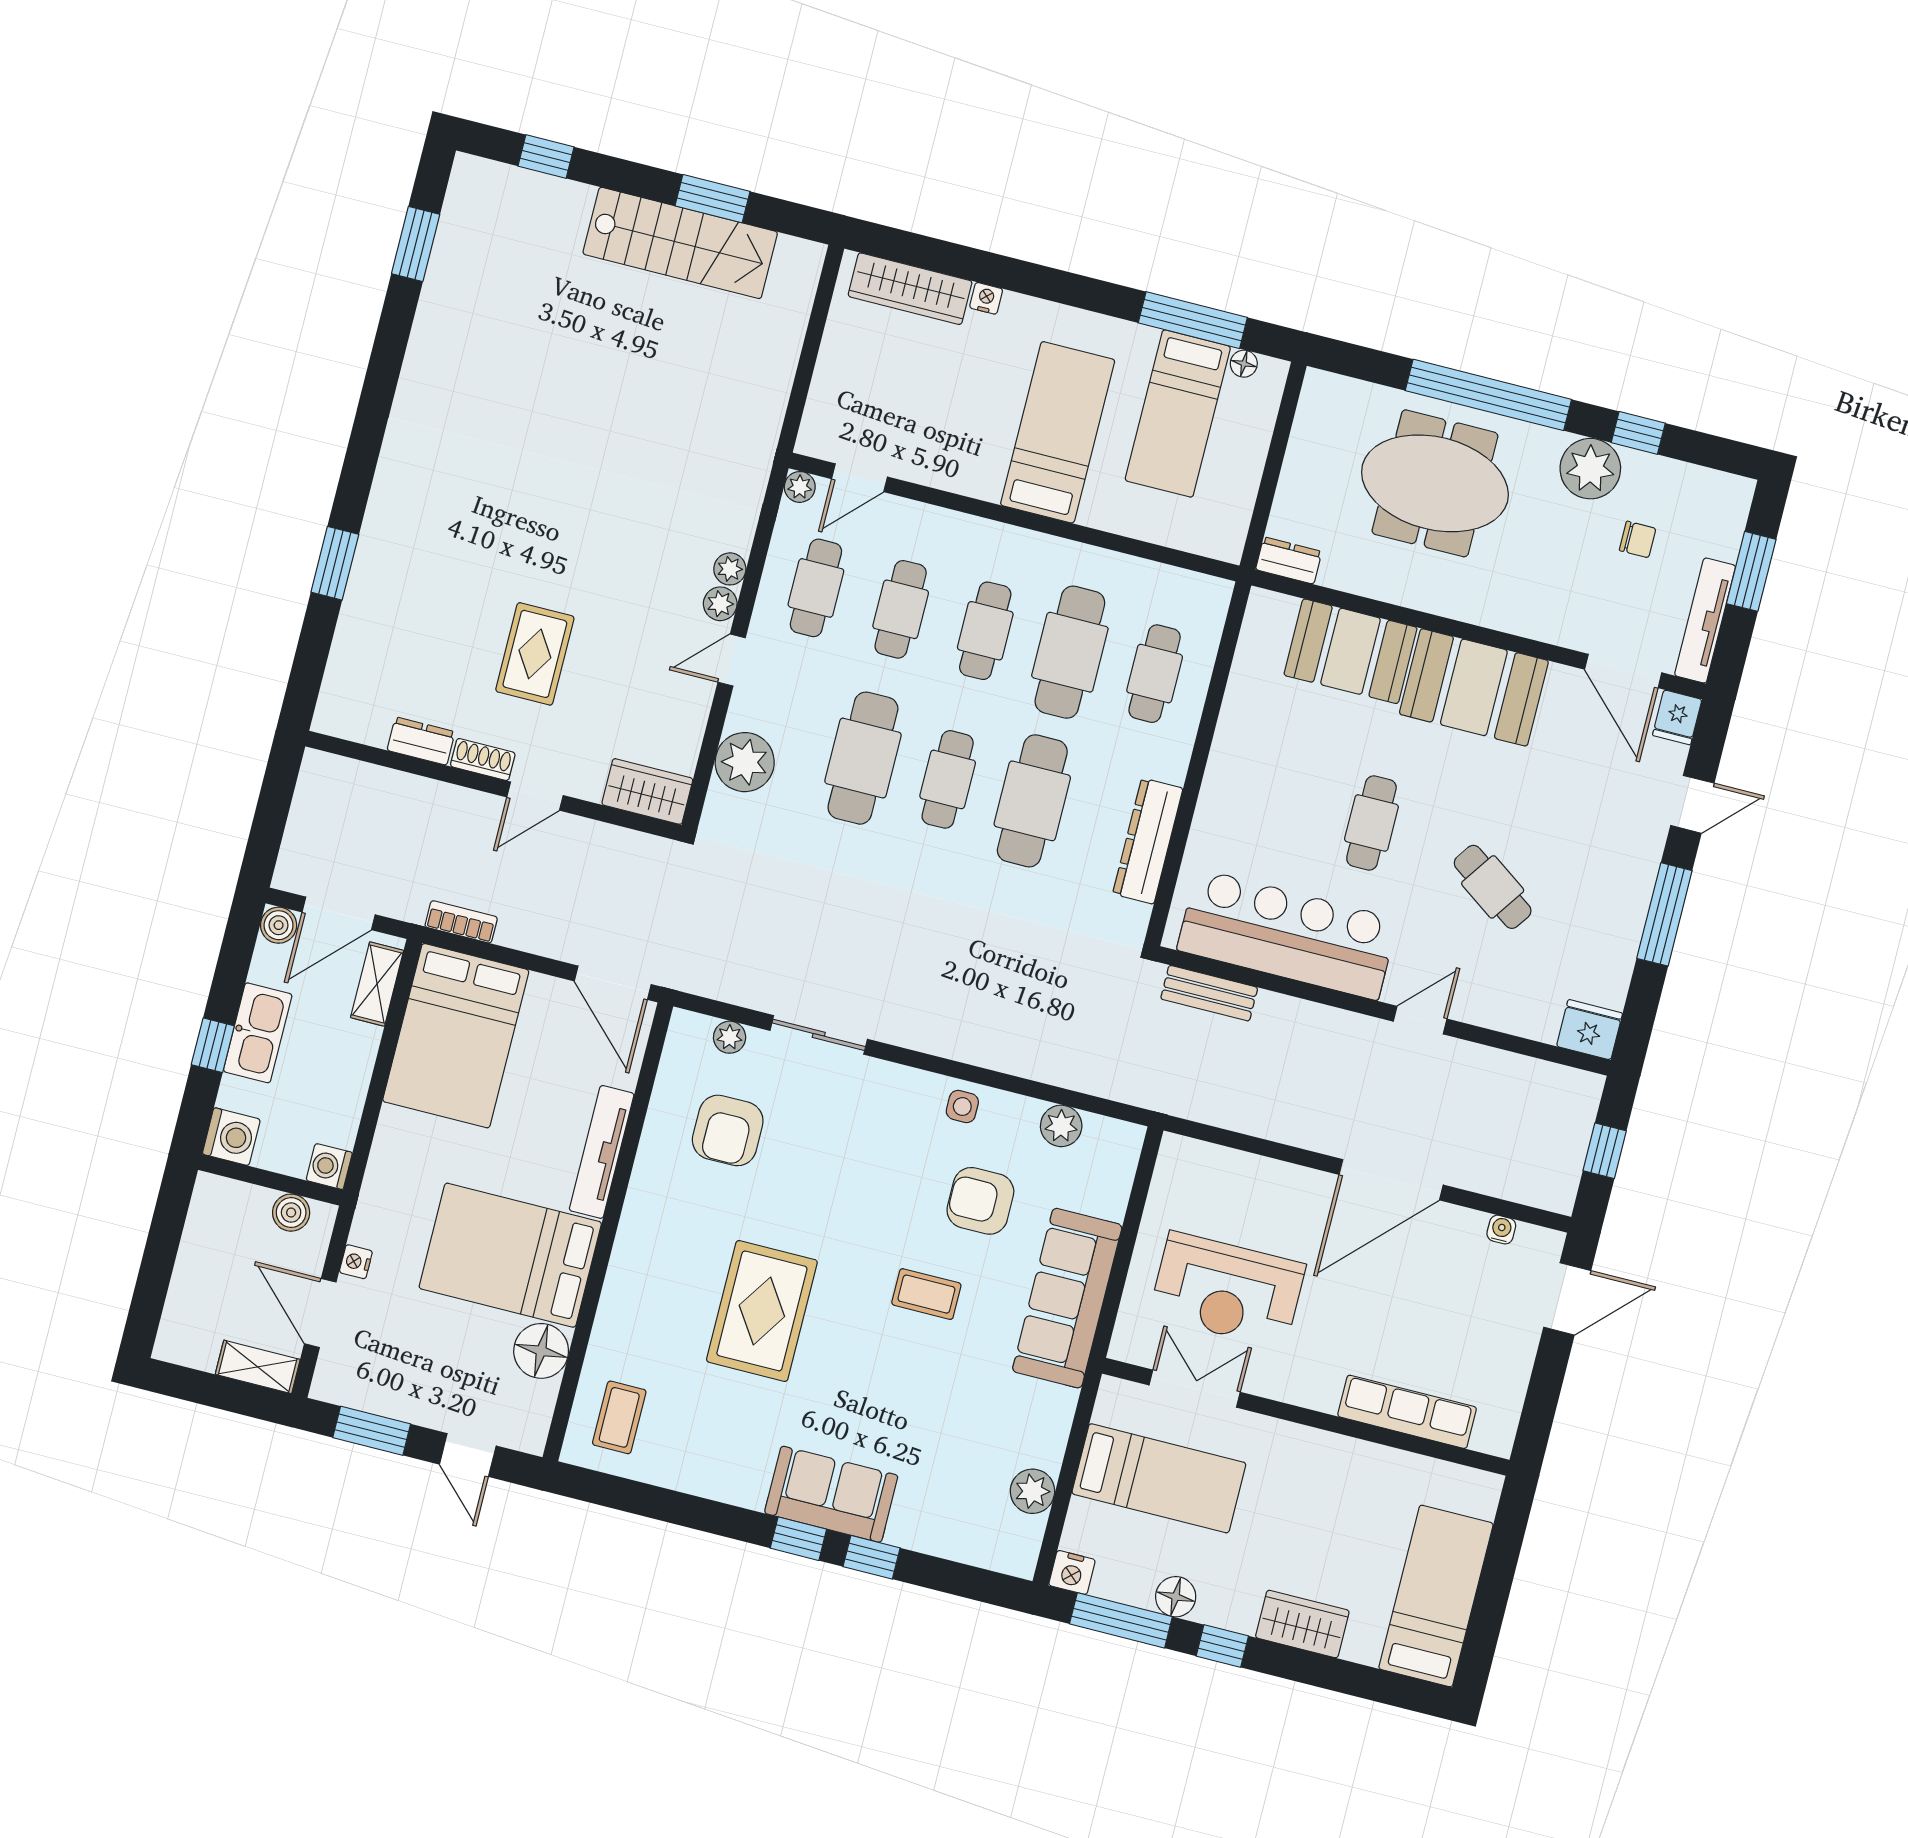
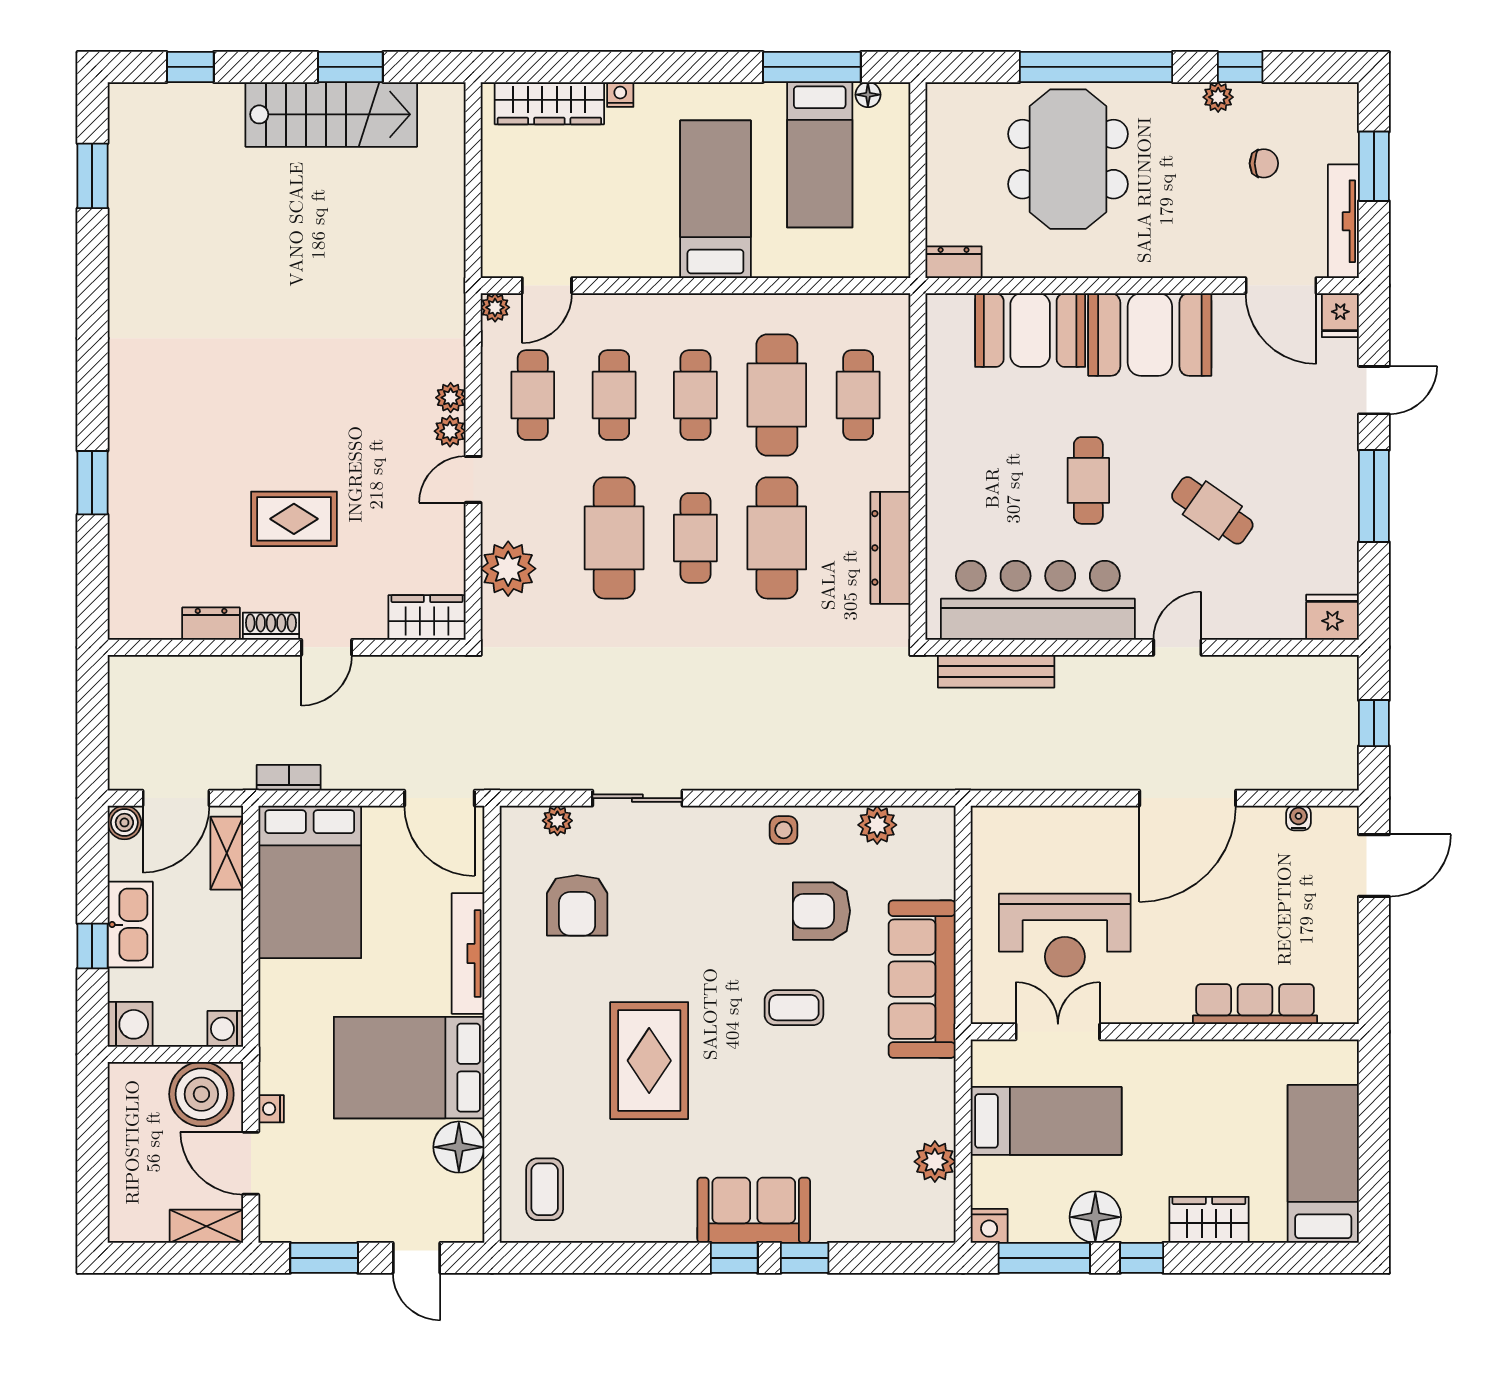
plant: (1590, 469) -> (1218, 97), width x0.53, depth x0.53
meeting table: (1435, 483) -> (1068, 159), turned 90
rug: (535, 654) -> (294, 519), turned 90
bench: (1209, 993) -> (996, 671), width x1.36
boiler: (291, 1213) -> (201, 1094), width x1.86, depth x1.86
floor lamp: (1176, 1597) -> (1095, 1217), width x1.38, depth x1.38

